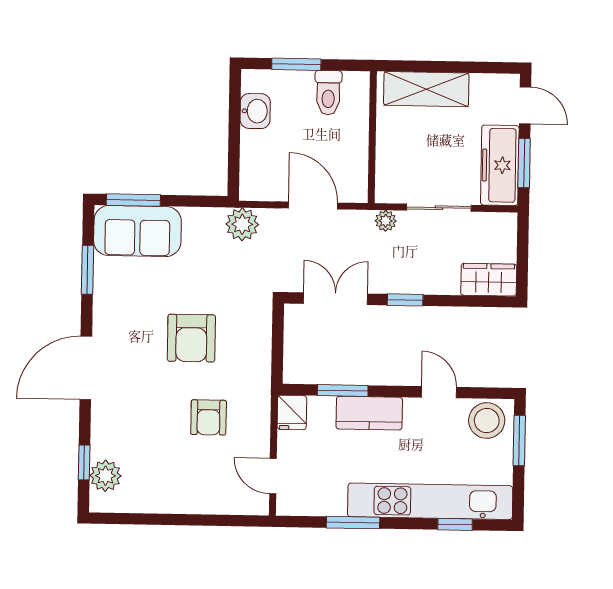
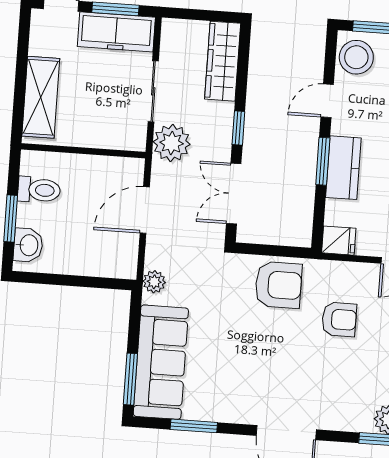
washbasin: (255, 111) -> (28, 245), moved, turned 90
plant: (386, 221) -> (172, 143), width x1.88, depth x1.88
plant: (242, 224) -> (154, 282), width x0.73, depth x0.73
sofa: (137, 231) -> (161, 362), width x1.36
wardrobe: (489, 280) -> (223, 61), width x1.50
armchair: (191, 338) -> (278, 285), moved
window: (343, 391) -> (323, 161), moved

